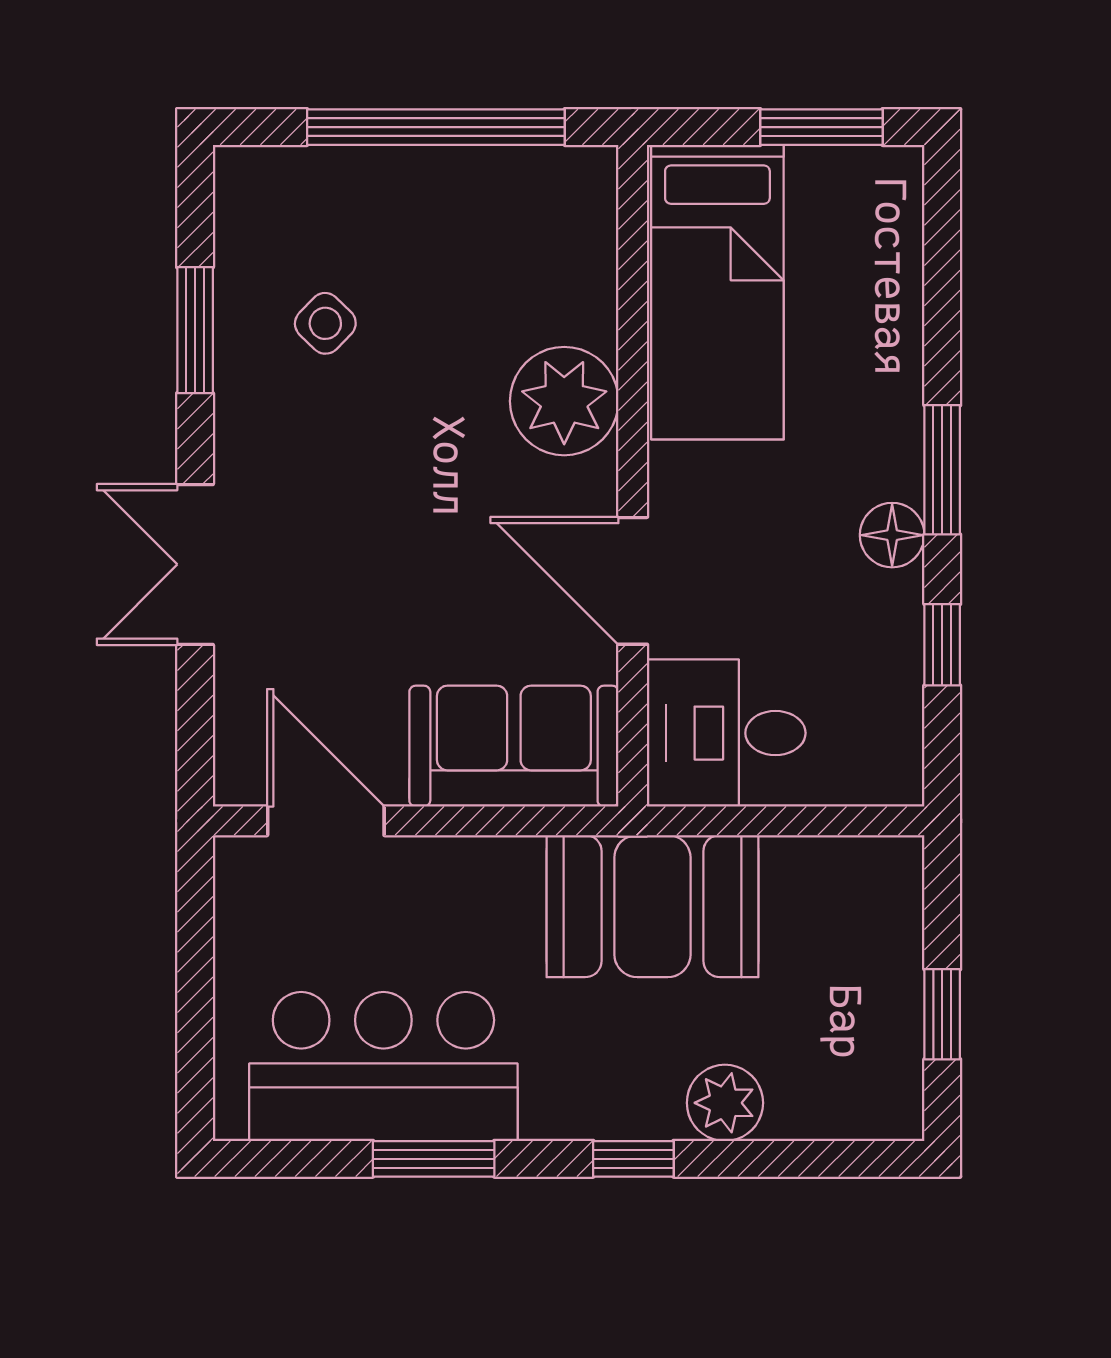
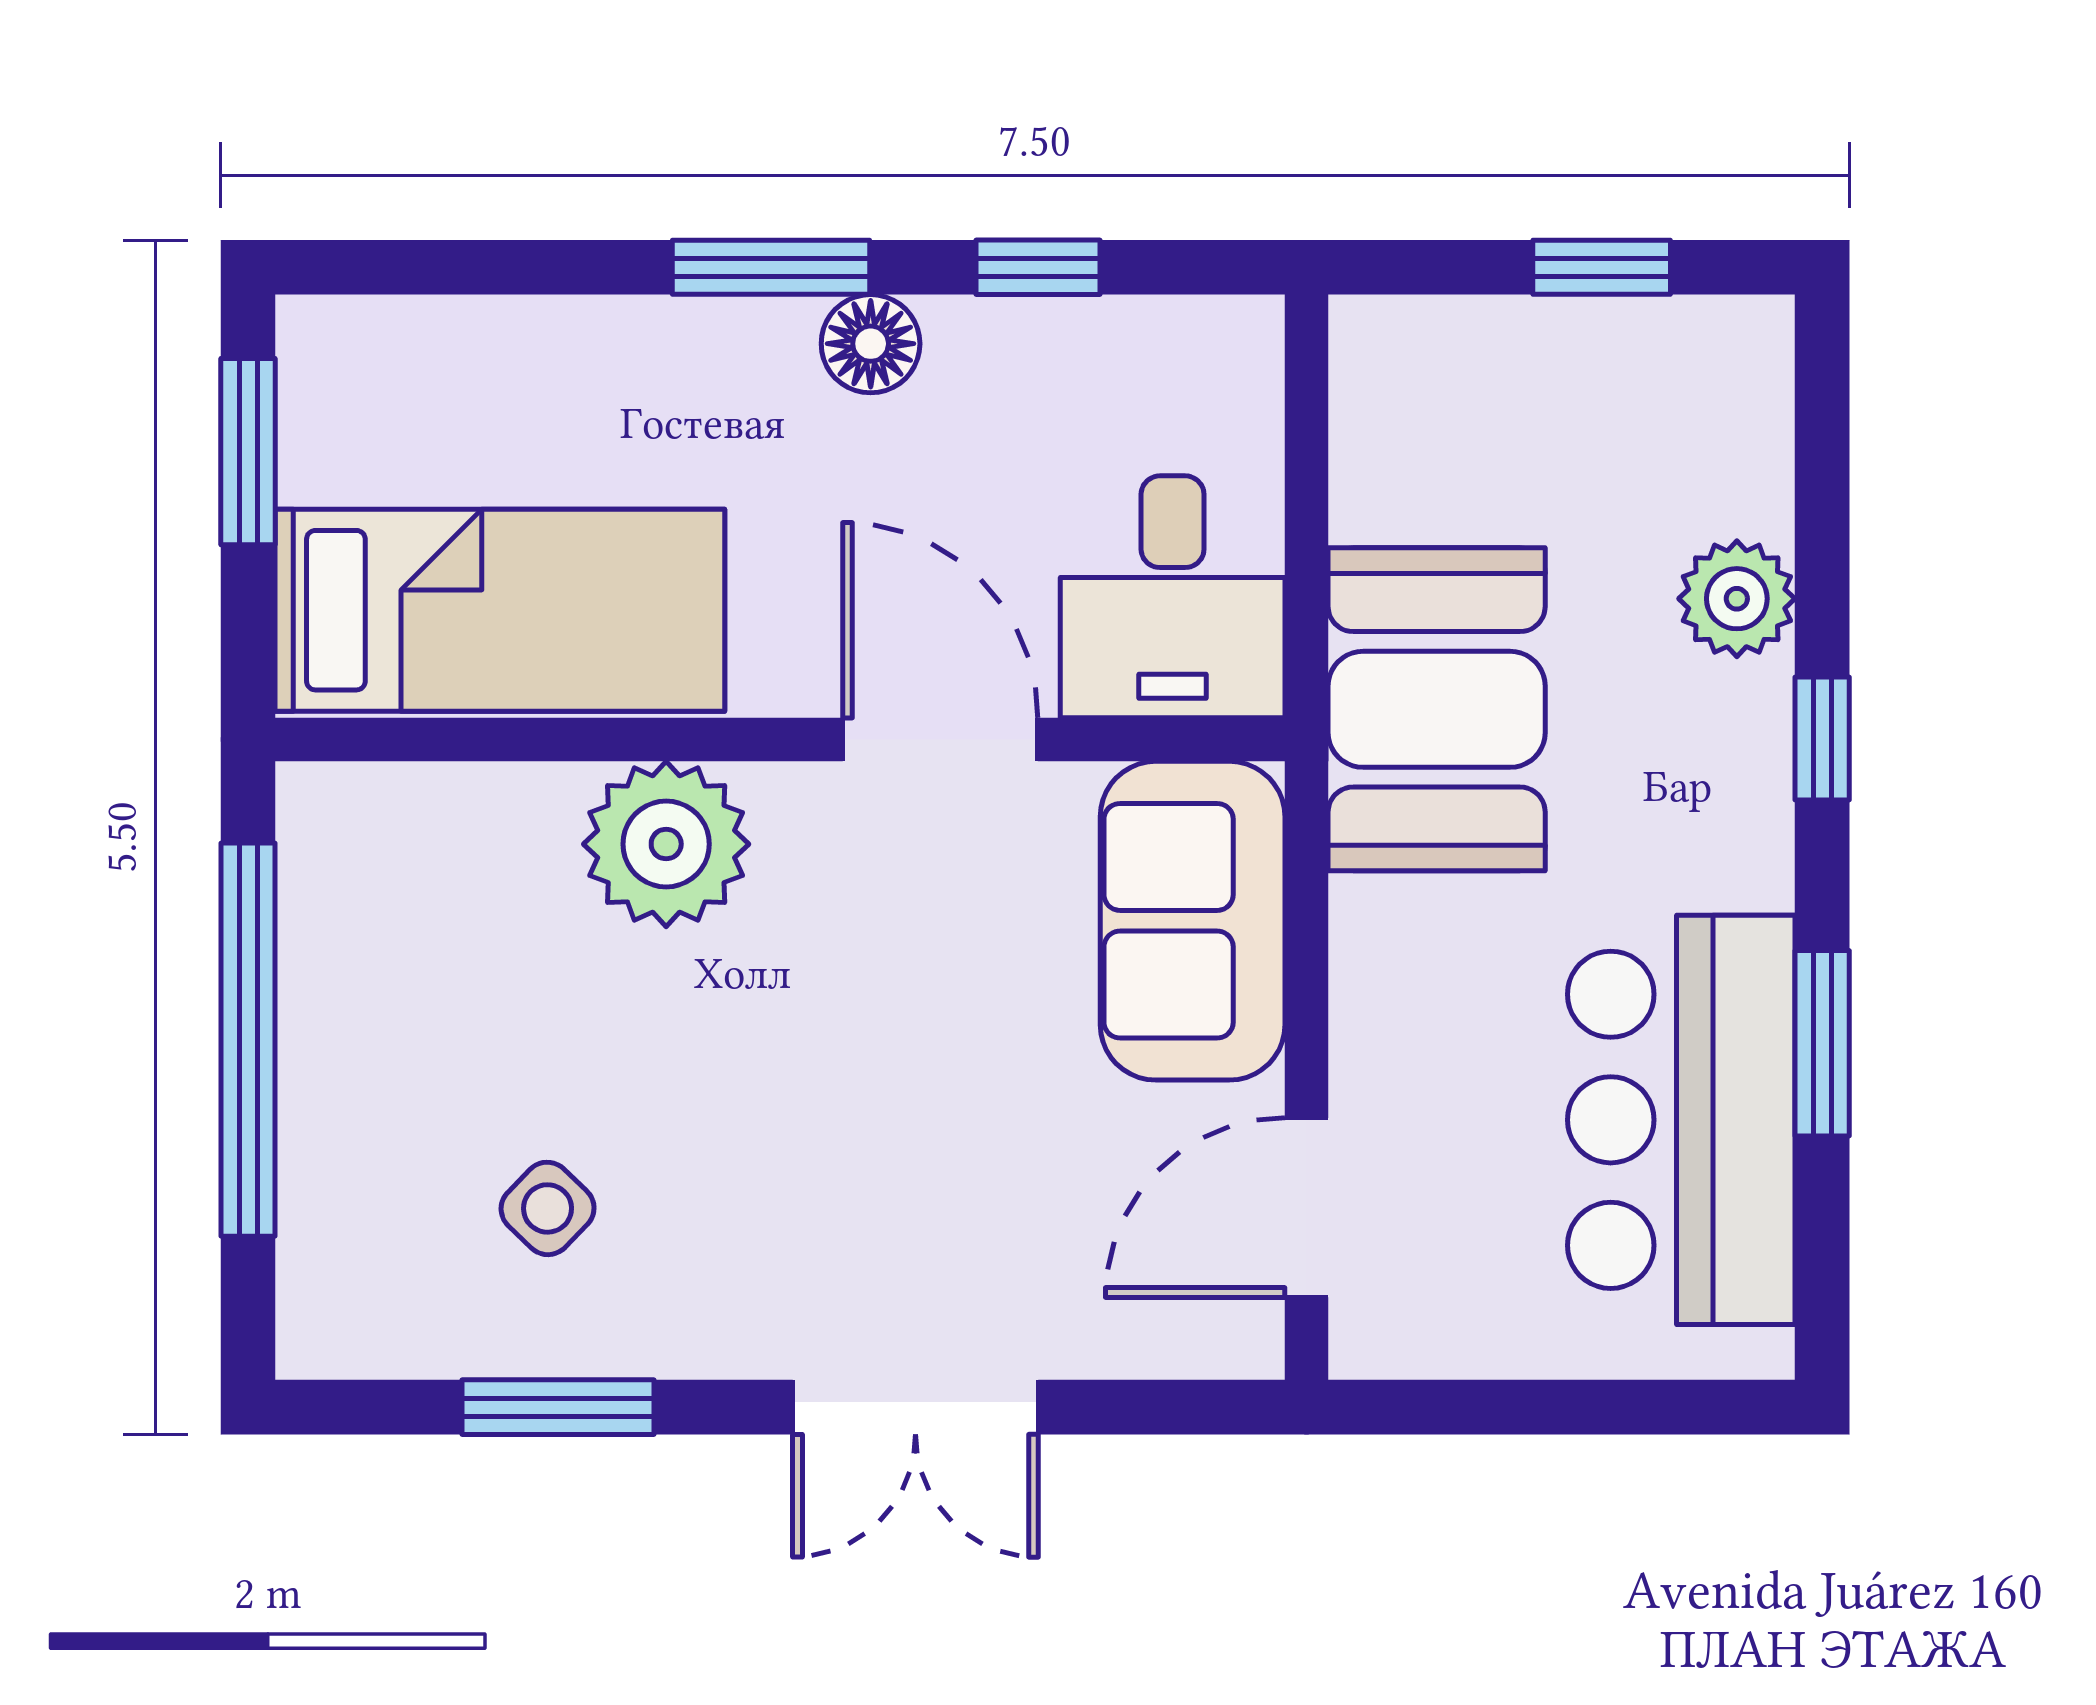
door: (633, 581) -> (940, 740), swing flipped

